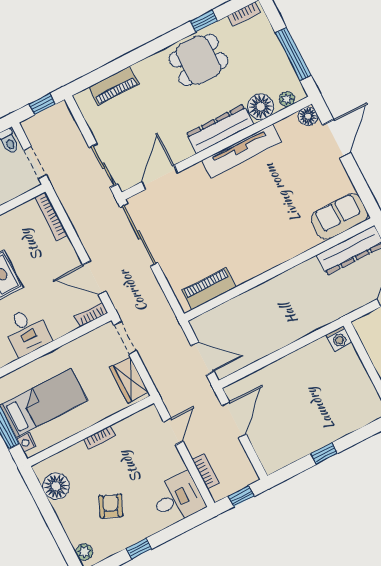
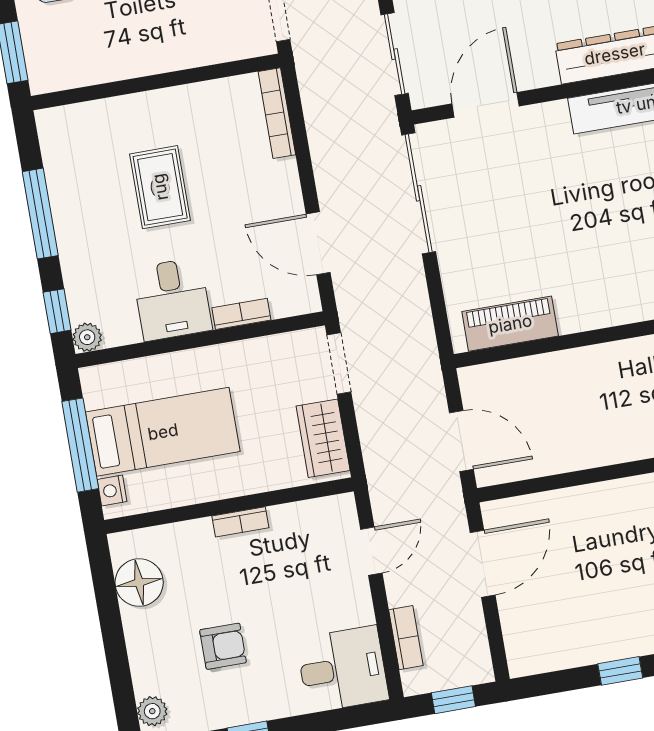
bookcase: (91, 315) -> (241, 314), moved
armchair: (111, 506) -> (223, 646), turned 67

